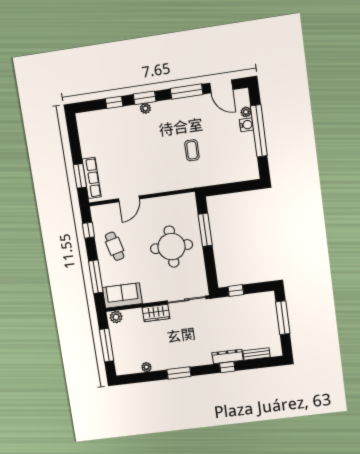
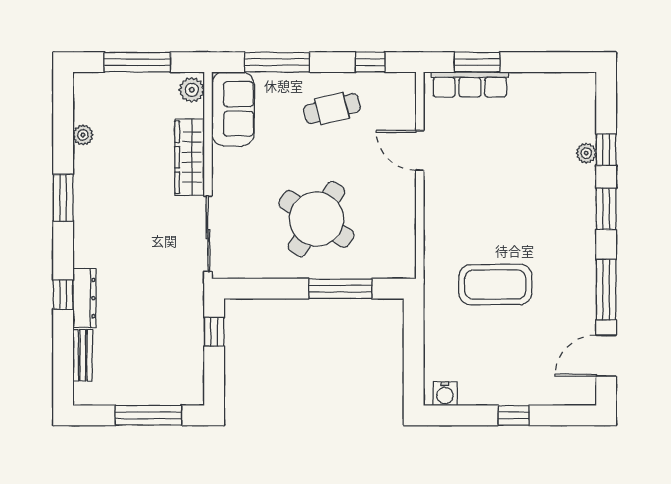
plant: (145, 108) -> (586, 153), moved
plant: (246, 112) -> (552, 396), removed
water cooler: (247, 125) -> (445, 394), moved
window: (259, 131) -> (514, 415), width x0.32
coffee table: (192, 150) -> (495, 284), width x1.86, depth x1.72
round table: (172, 247) -> (316, 219), turned 33
wardrobe: (156, 313) -> (190, 157), width x1.50

